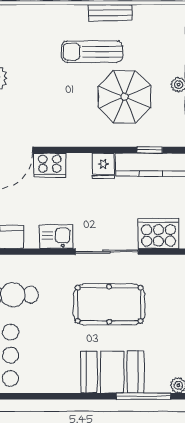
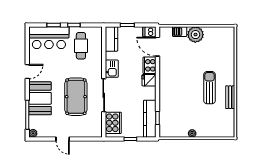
parasol: (125, 97) -> (186, 105), removed
fridge: (103, 166) -> (149, 80), moved
door: (62, 396) -> (27, 72), added

